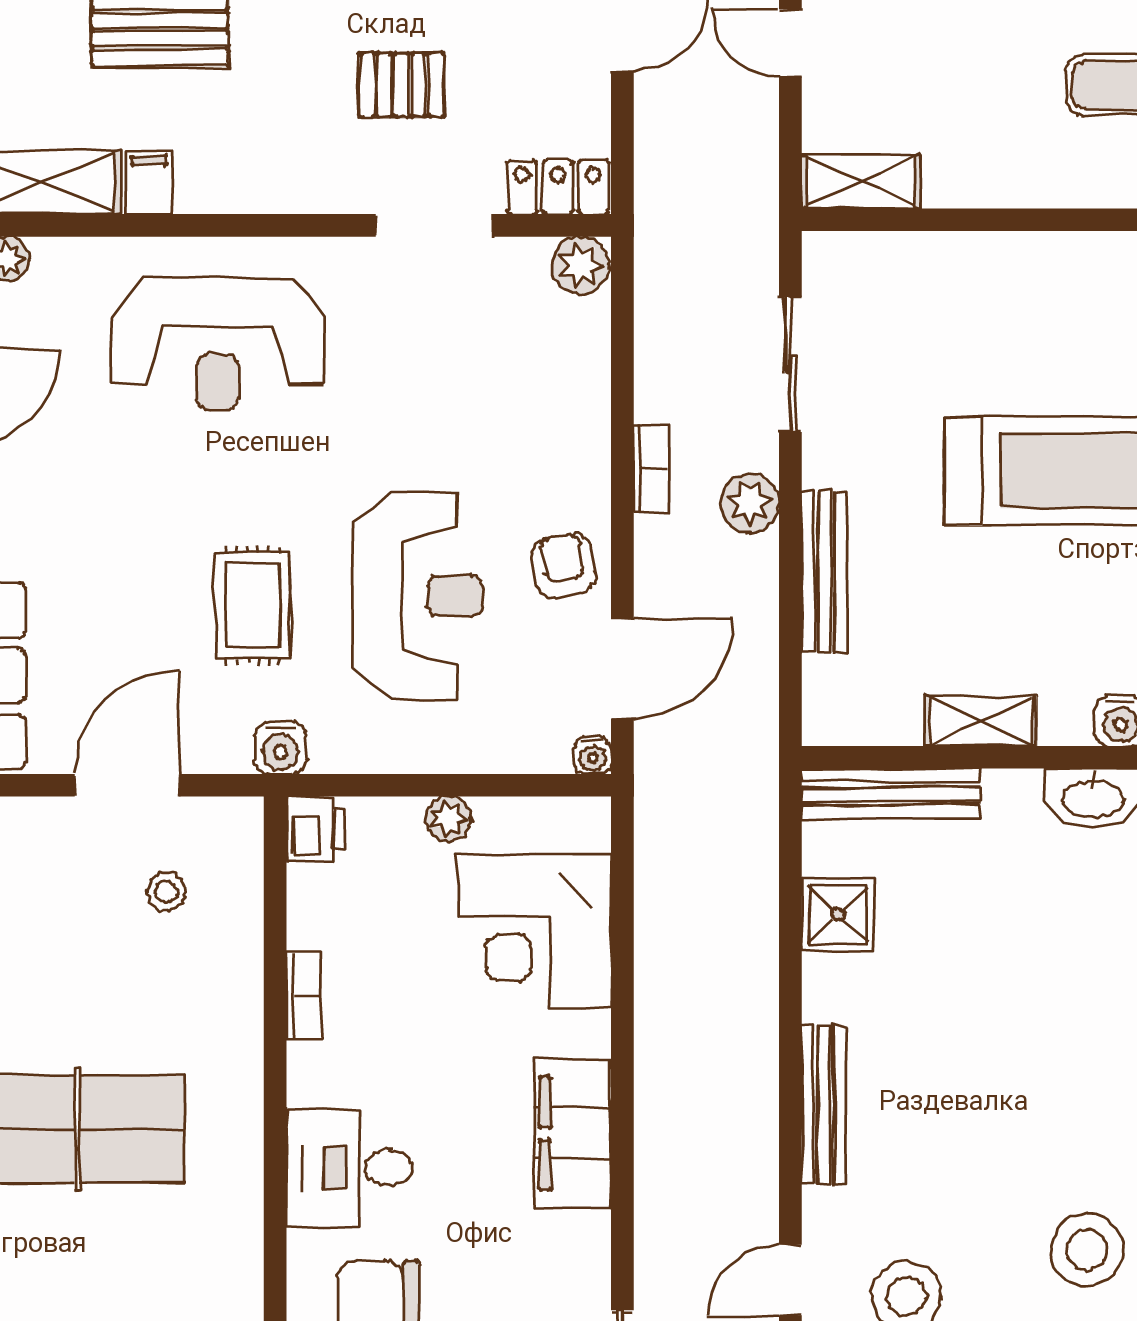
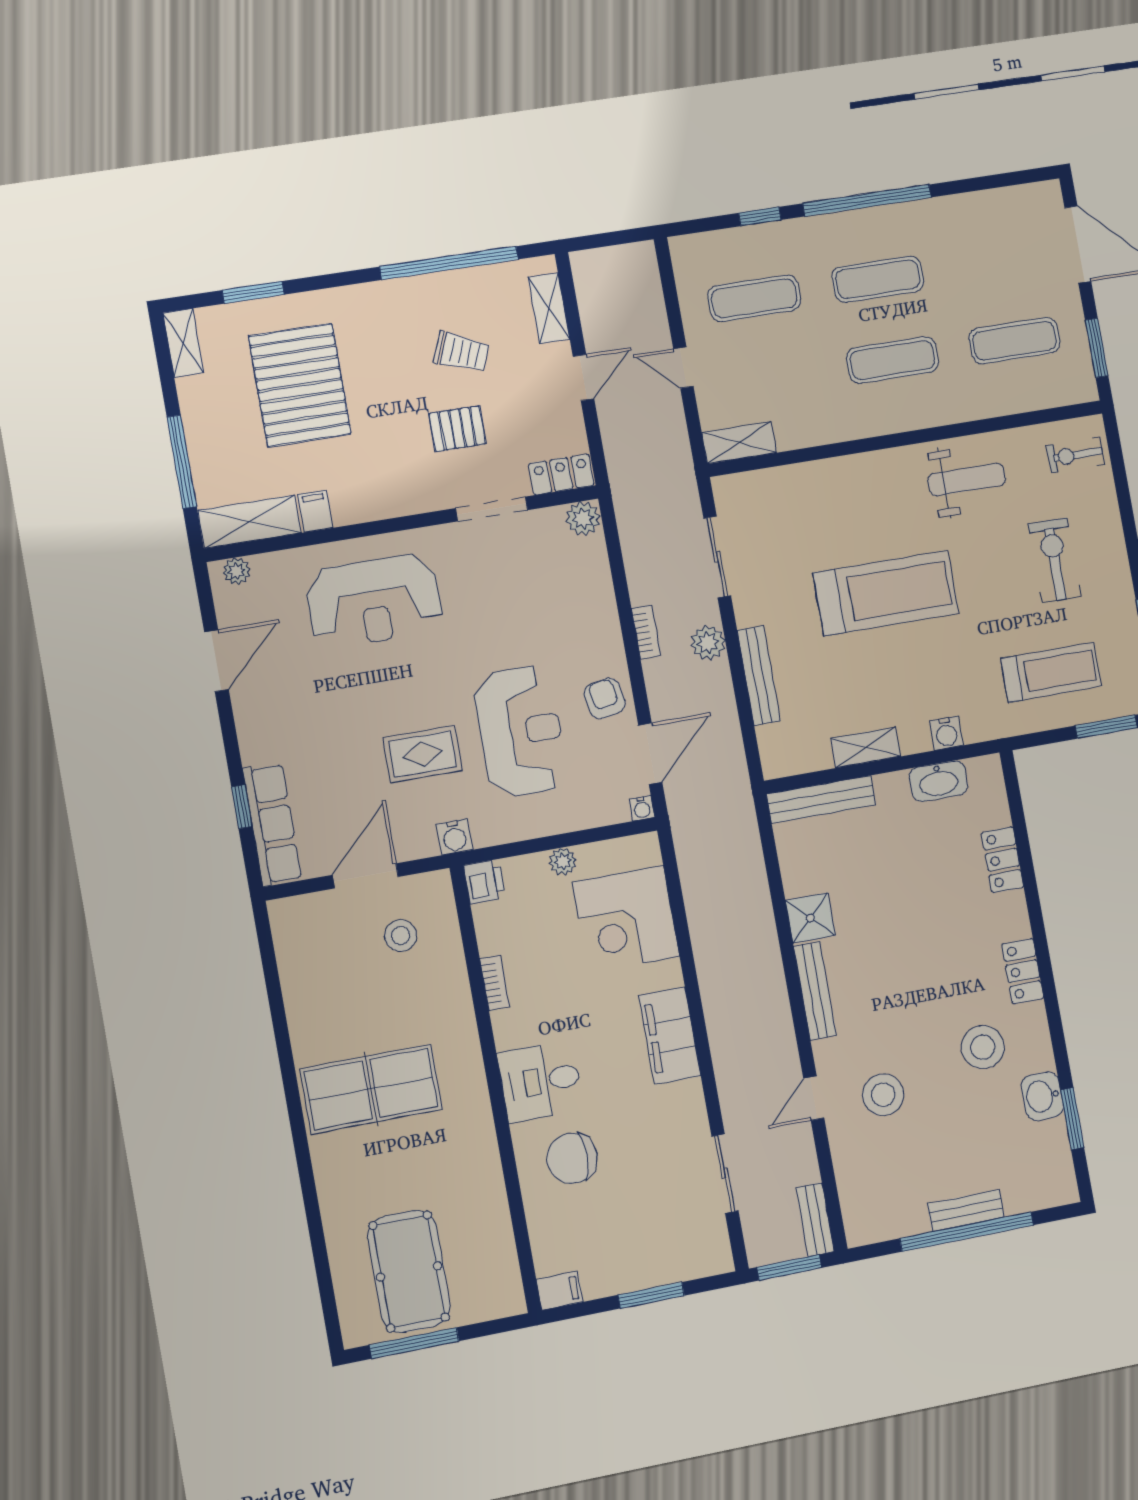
rug: (253, 605) -> (423, 754), turned 90
stool: (166, 892) -> (401, 936), width x1.37, depth x1.37
shower: (838, 915) -> (810, 918), moved

